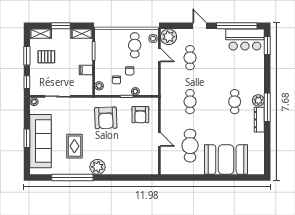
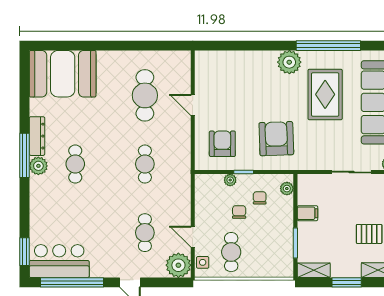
rug: (74, 146) -> (325, 94), width x1.36, depth x1.43
booth: (226, 159) -> (63, 74), moved

